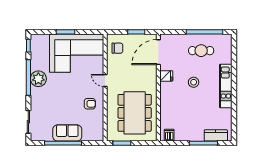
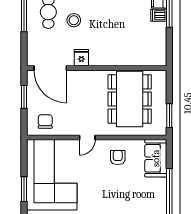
stool: (194, 82) -> (74, 20), moved
dining table: (135, 113) -> (130, 99), turned 90
sofa: (67, 133) -> (156, 158), moved
dishwasher: (169, 135) -> (159, 15), moved

